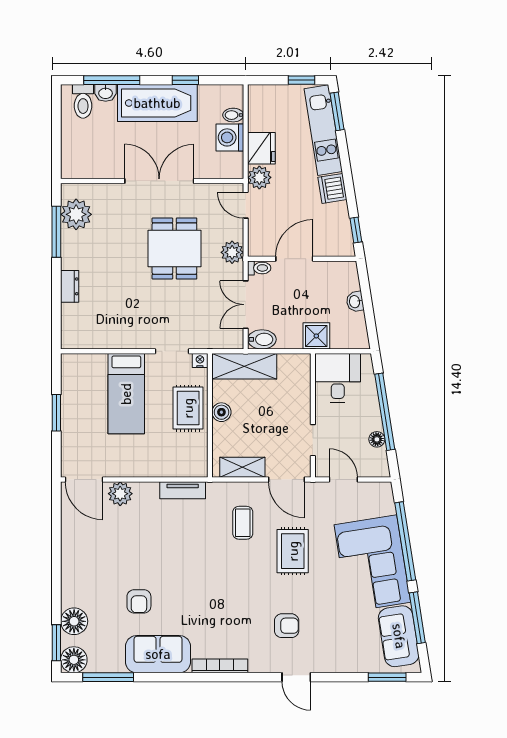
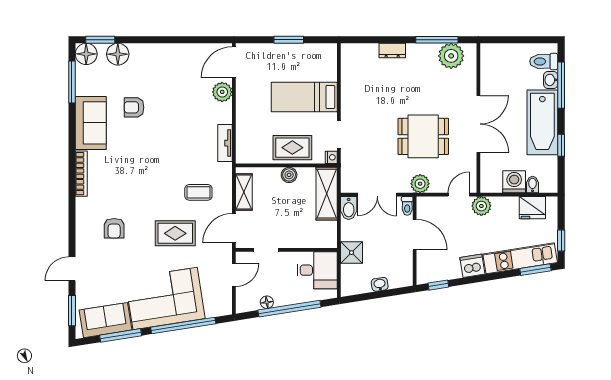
fridge: (261, 148) -> (532, 208), moved
double door: (246, 305) -> (377, 195), swing flipped
door: (296, 677) -> (72, 269), moved

